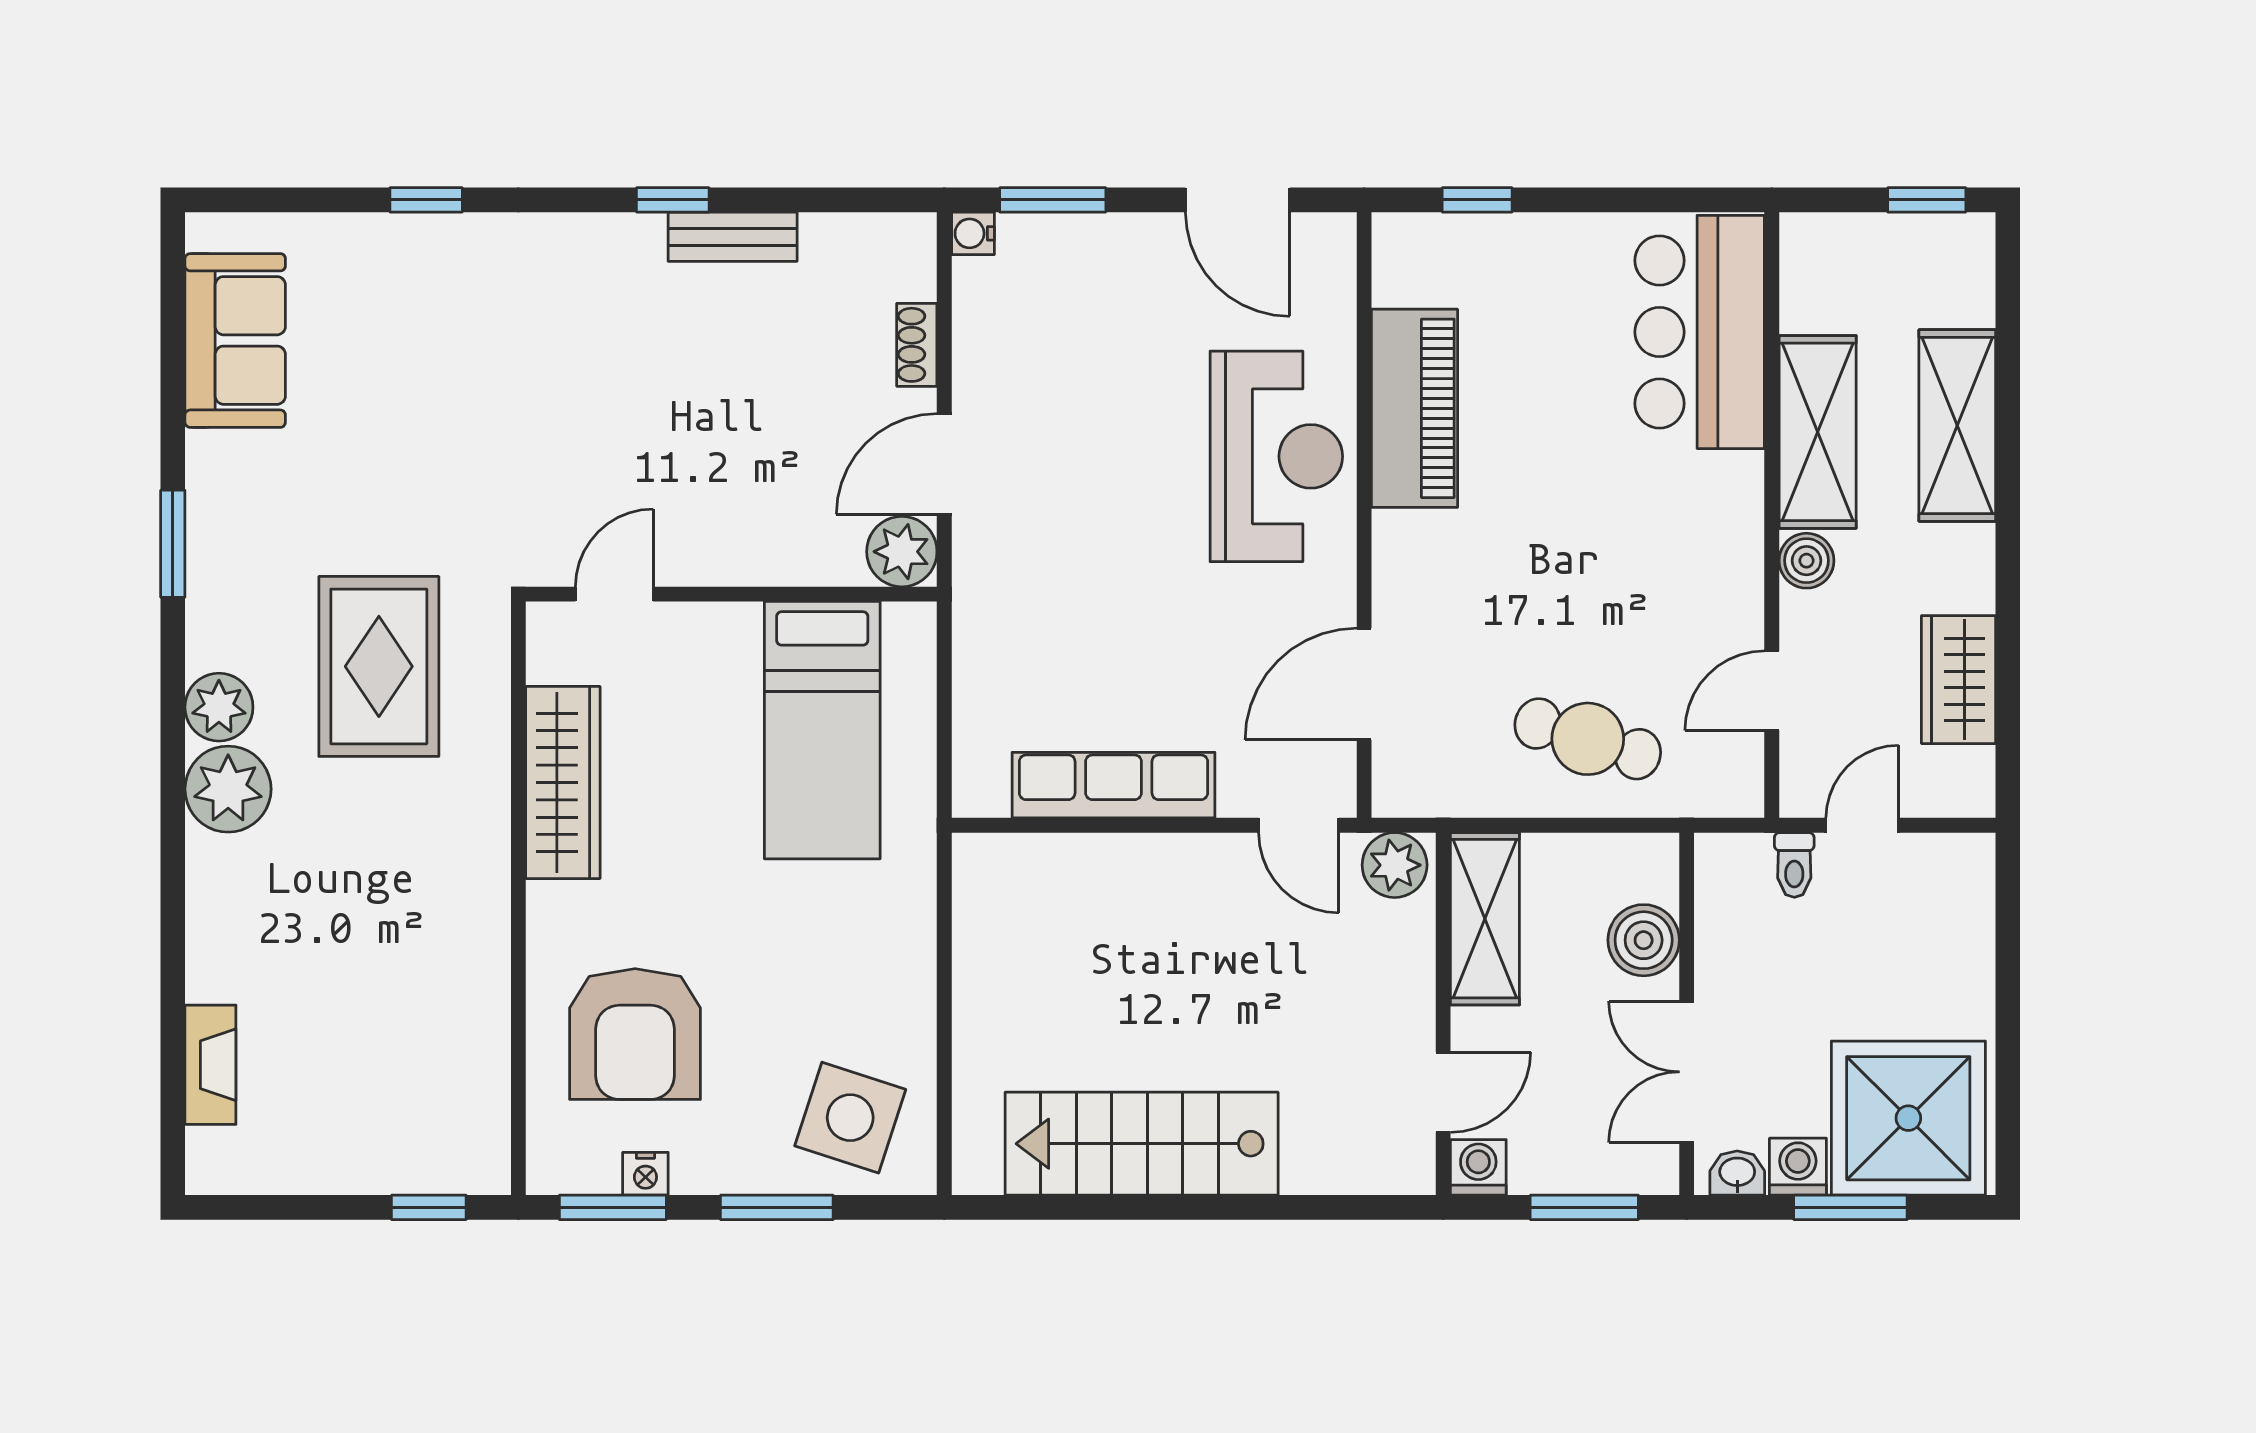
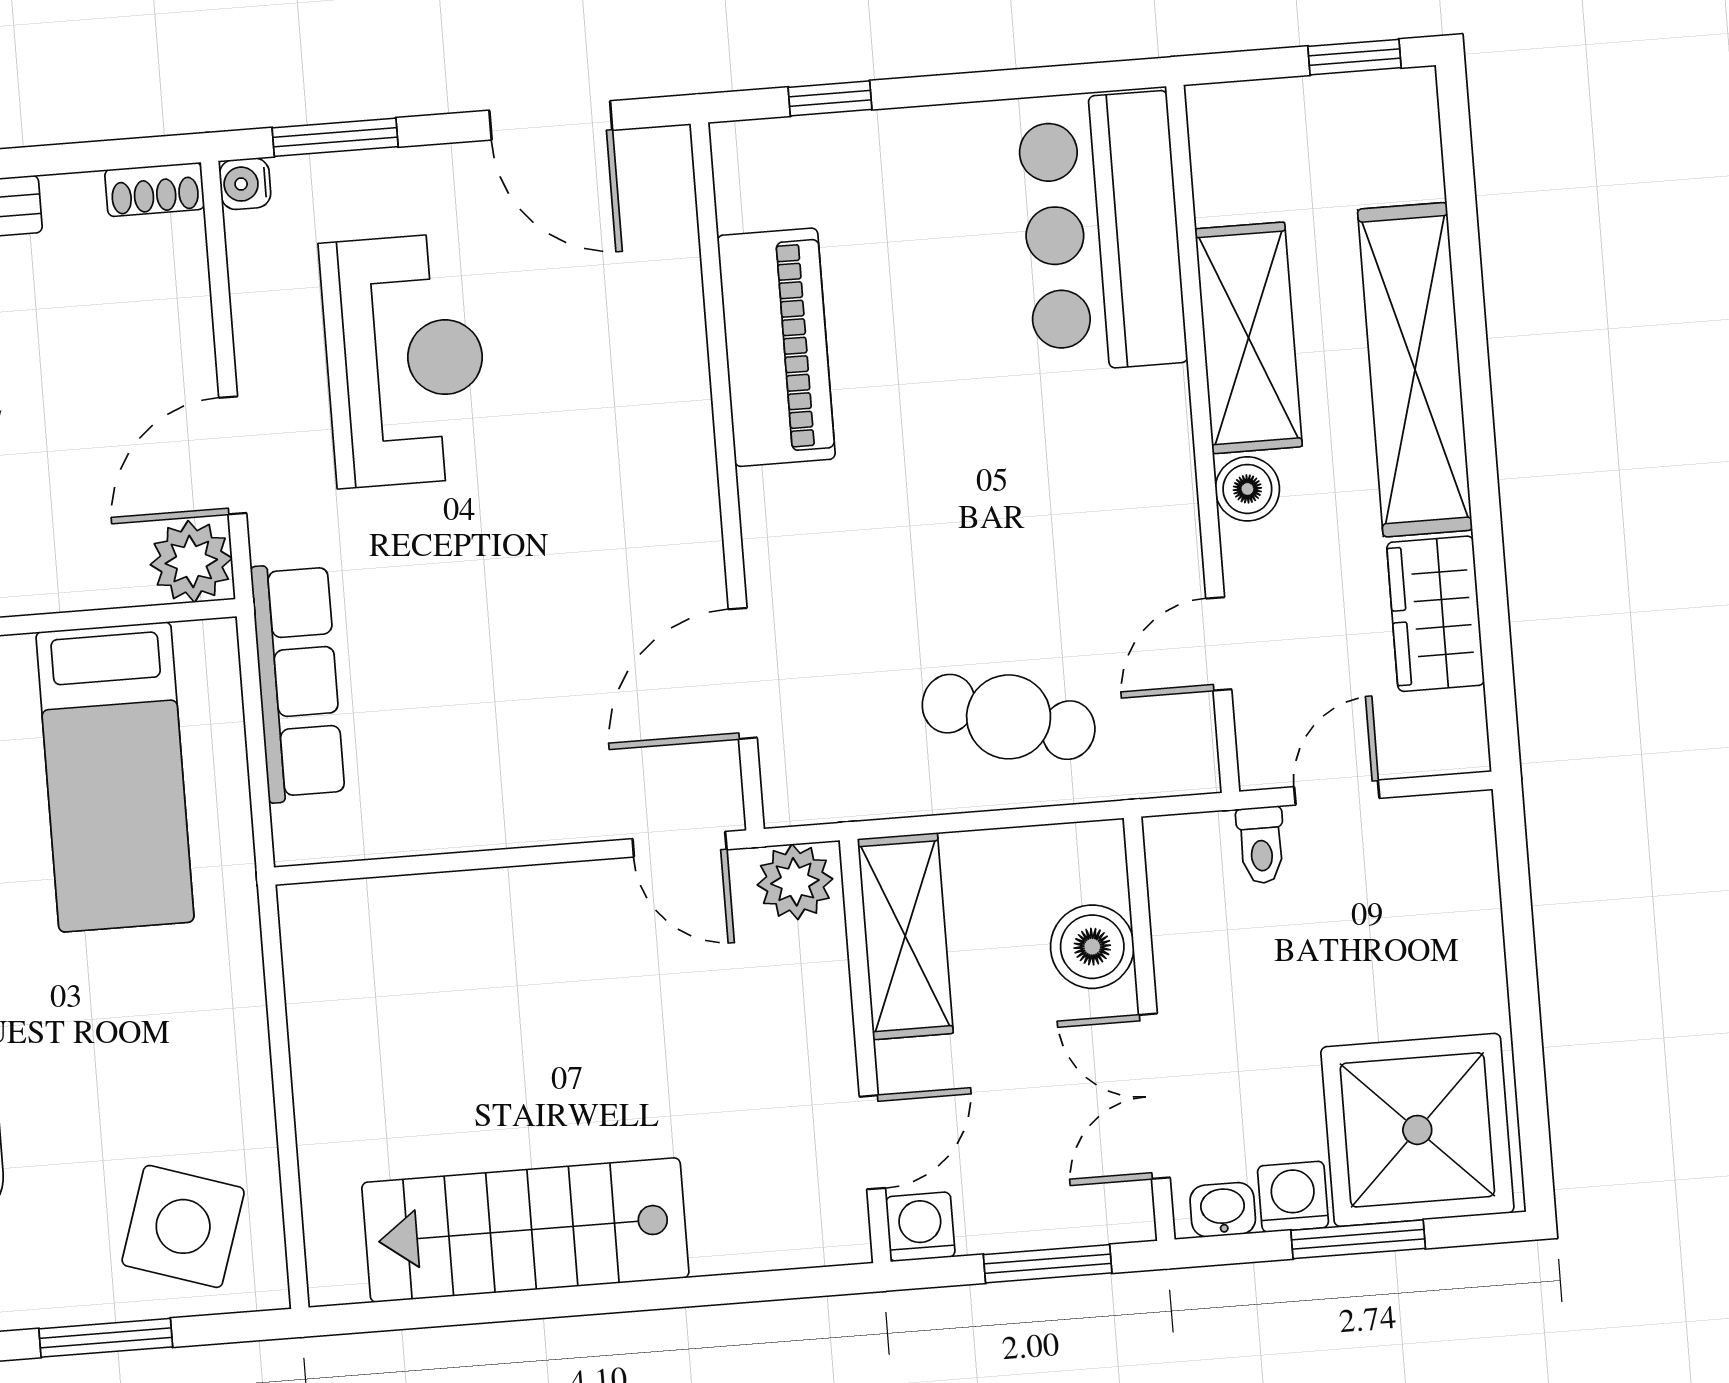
shoe rack: (917, 345) -> (155, 189), moved, turned -90
shelving: (1957, 425) -> (1415, 370), width x1.47
reception desk: (1276, 456) -> (405, 360), moved
row of seats: (1113, 785) -> (298, 682), moved, turned 90

